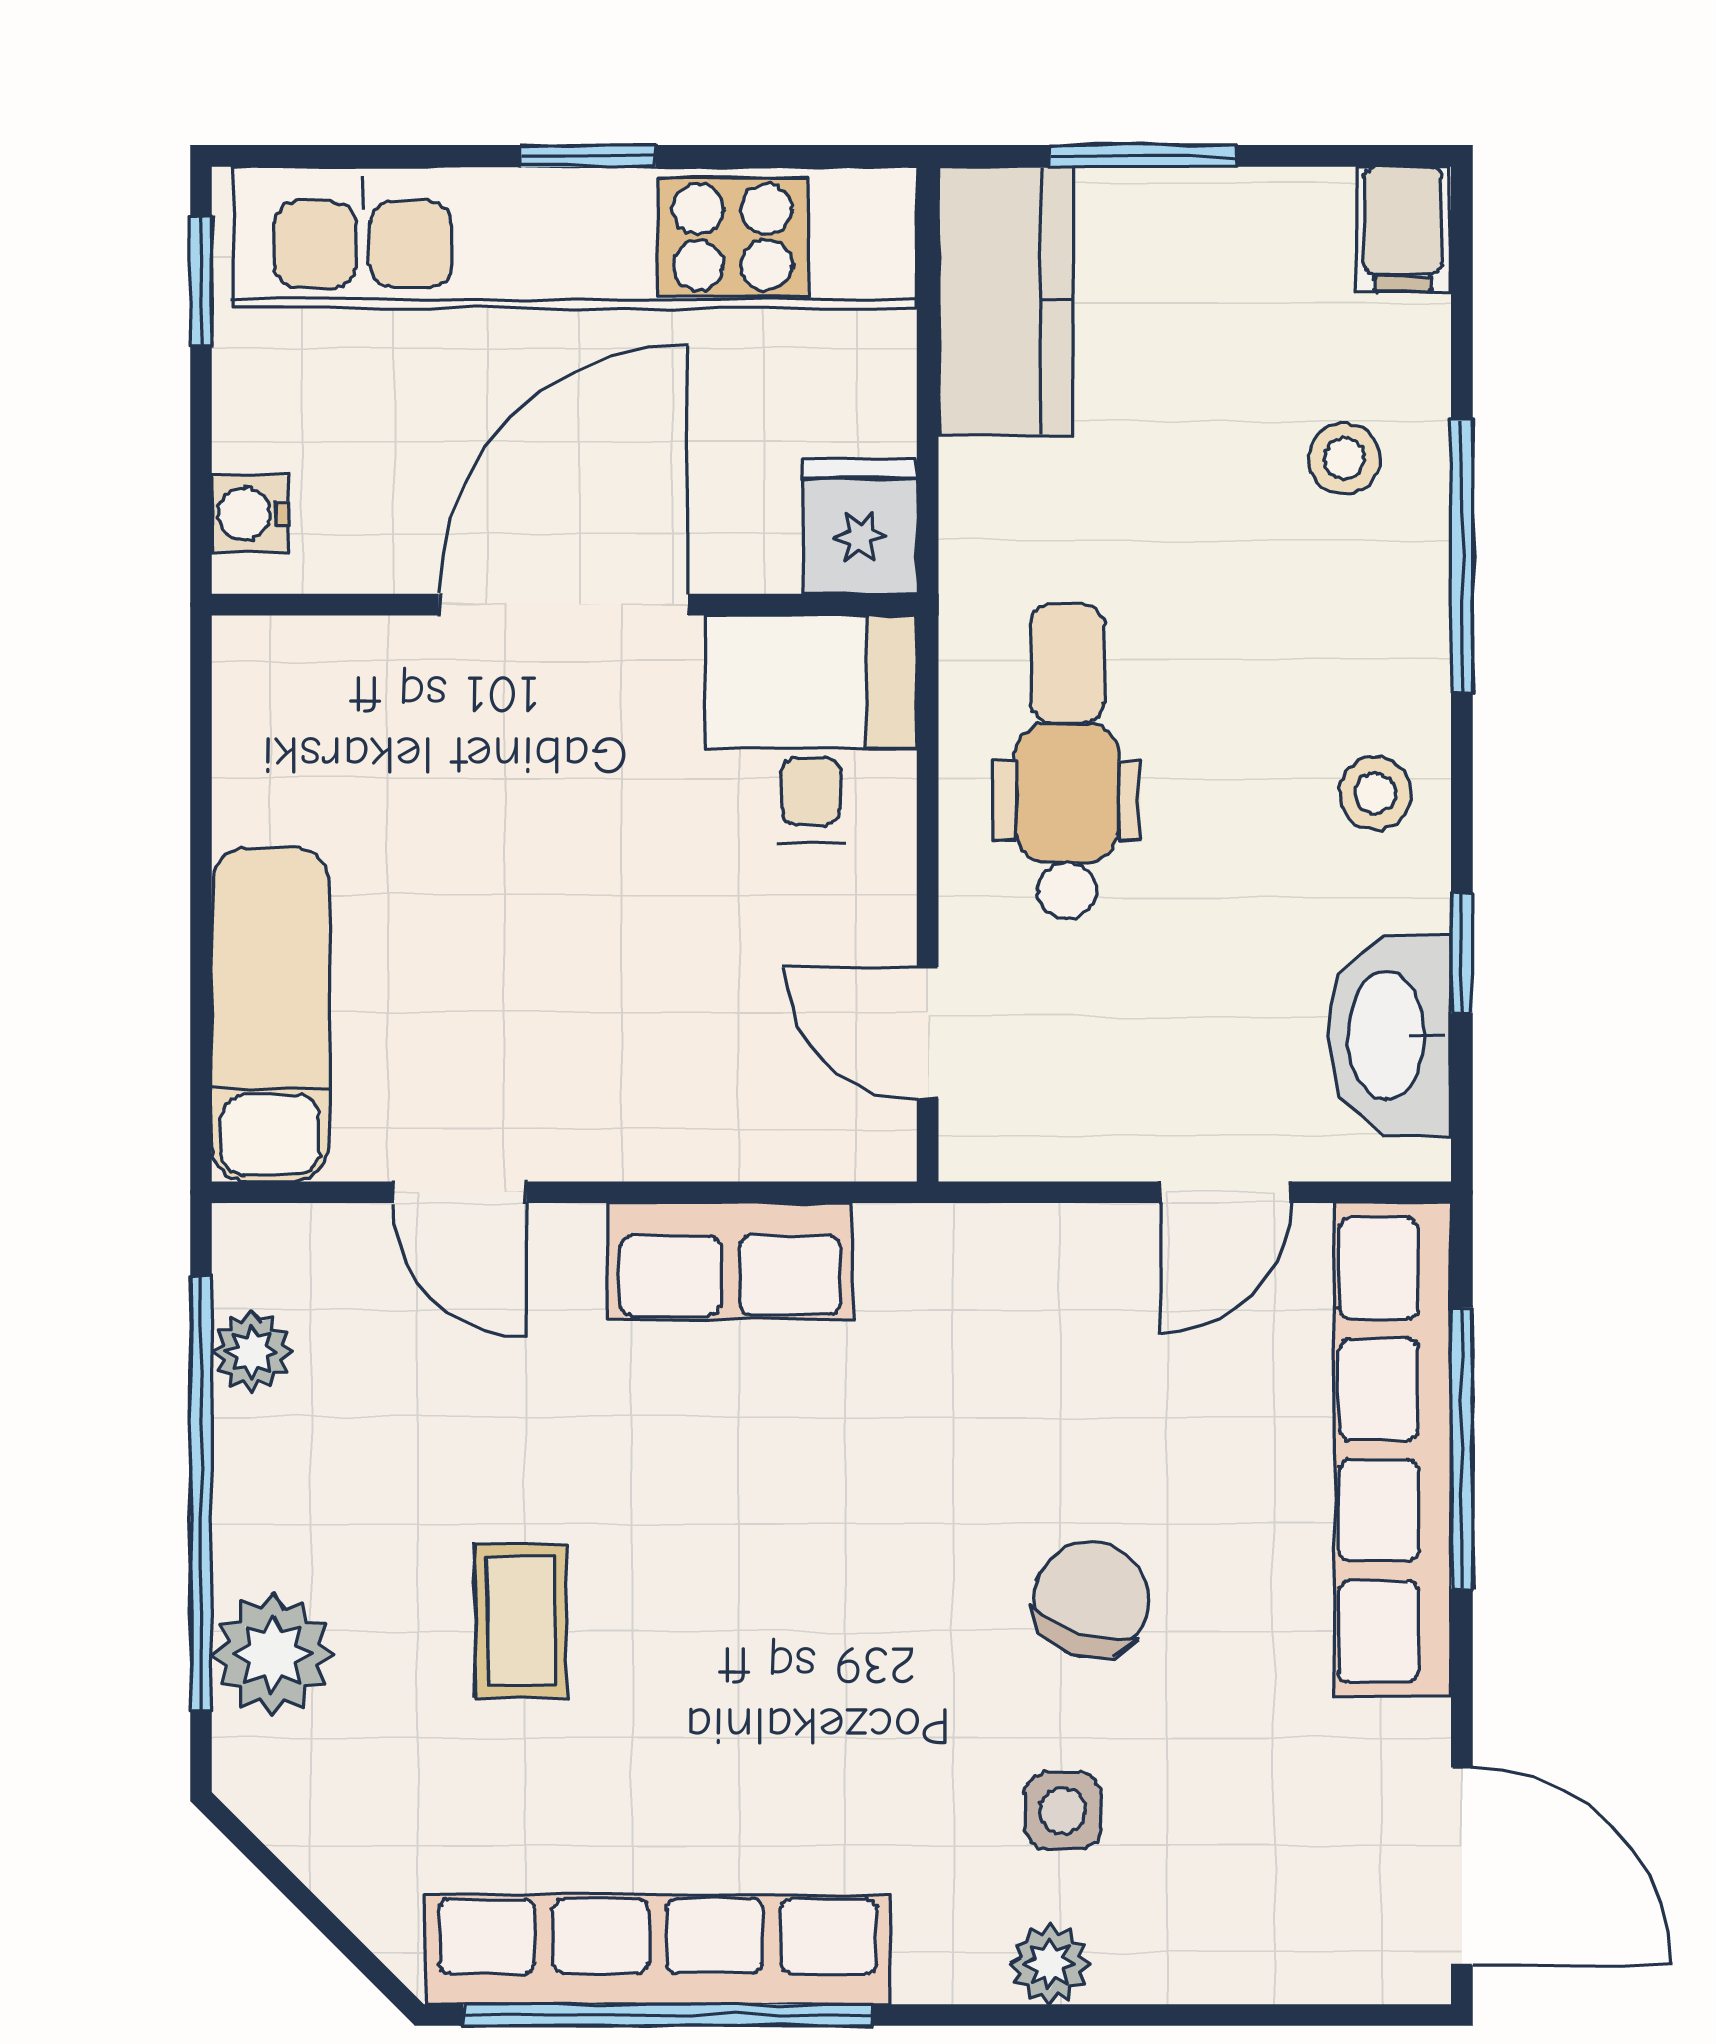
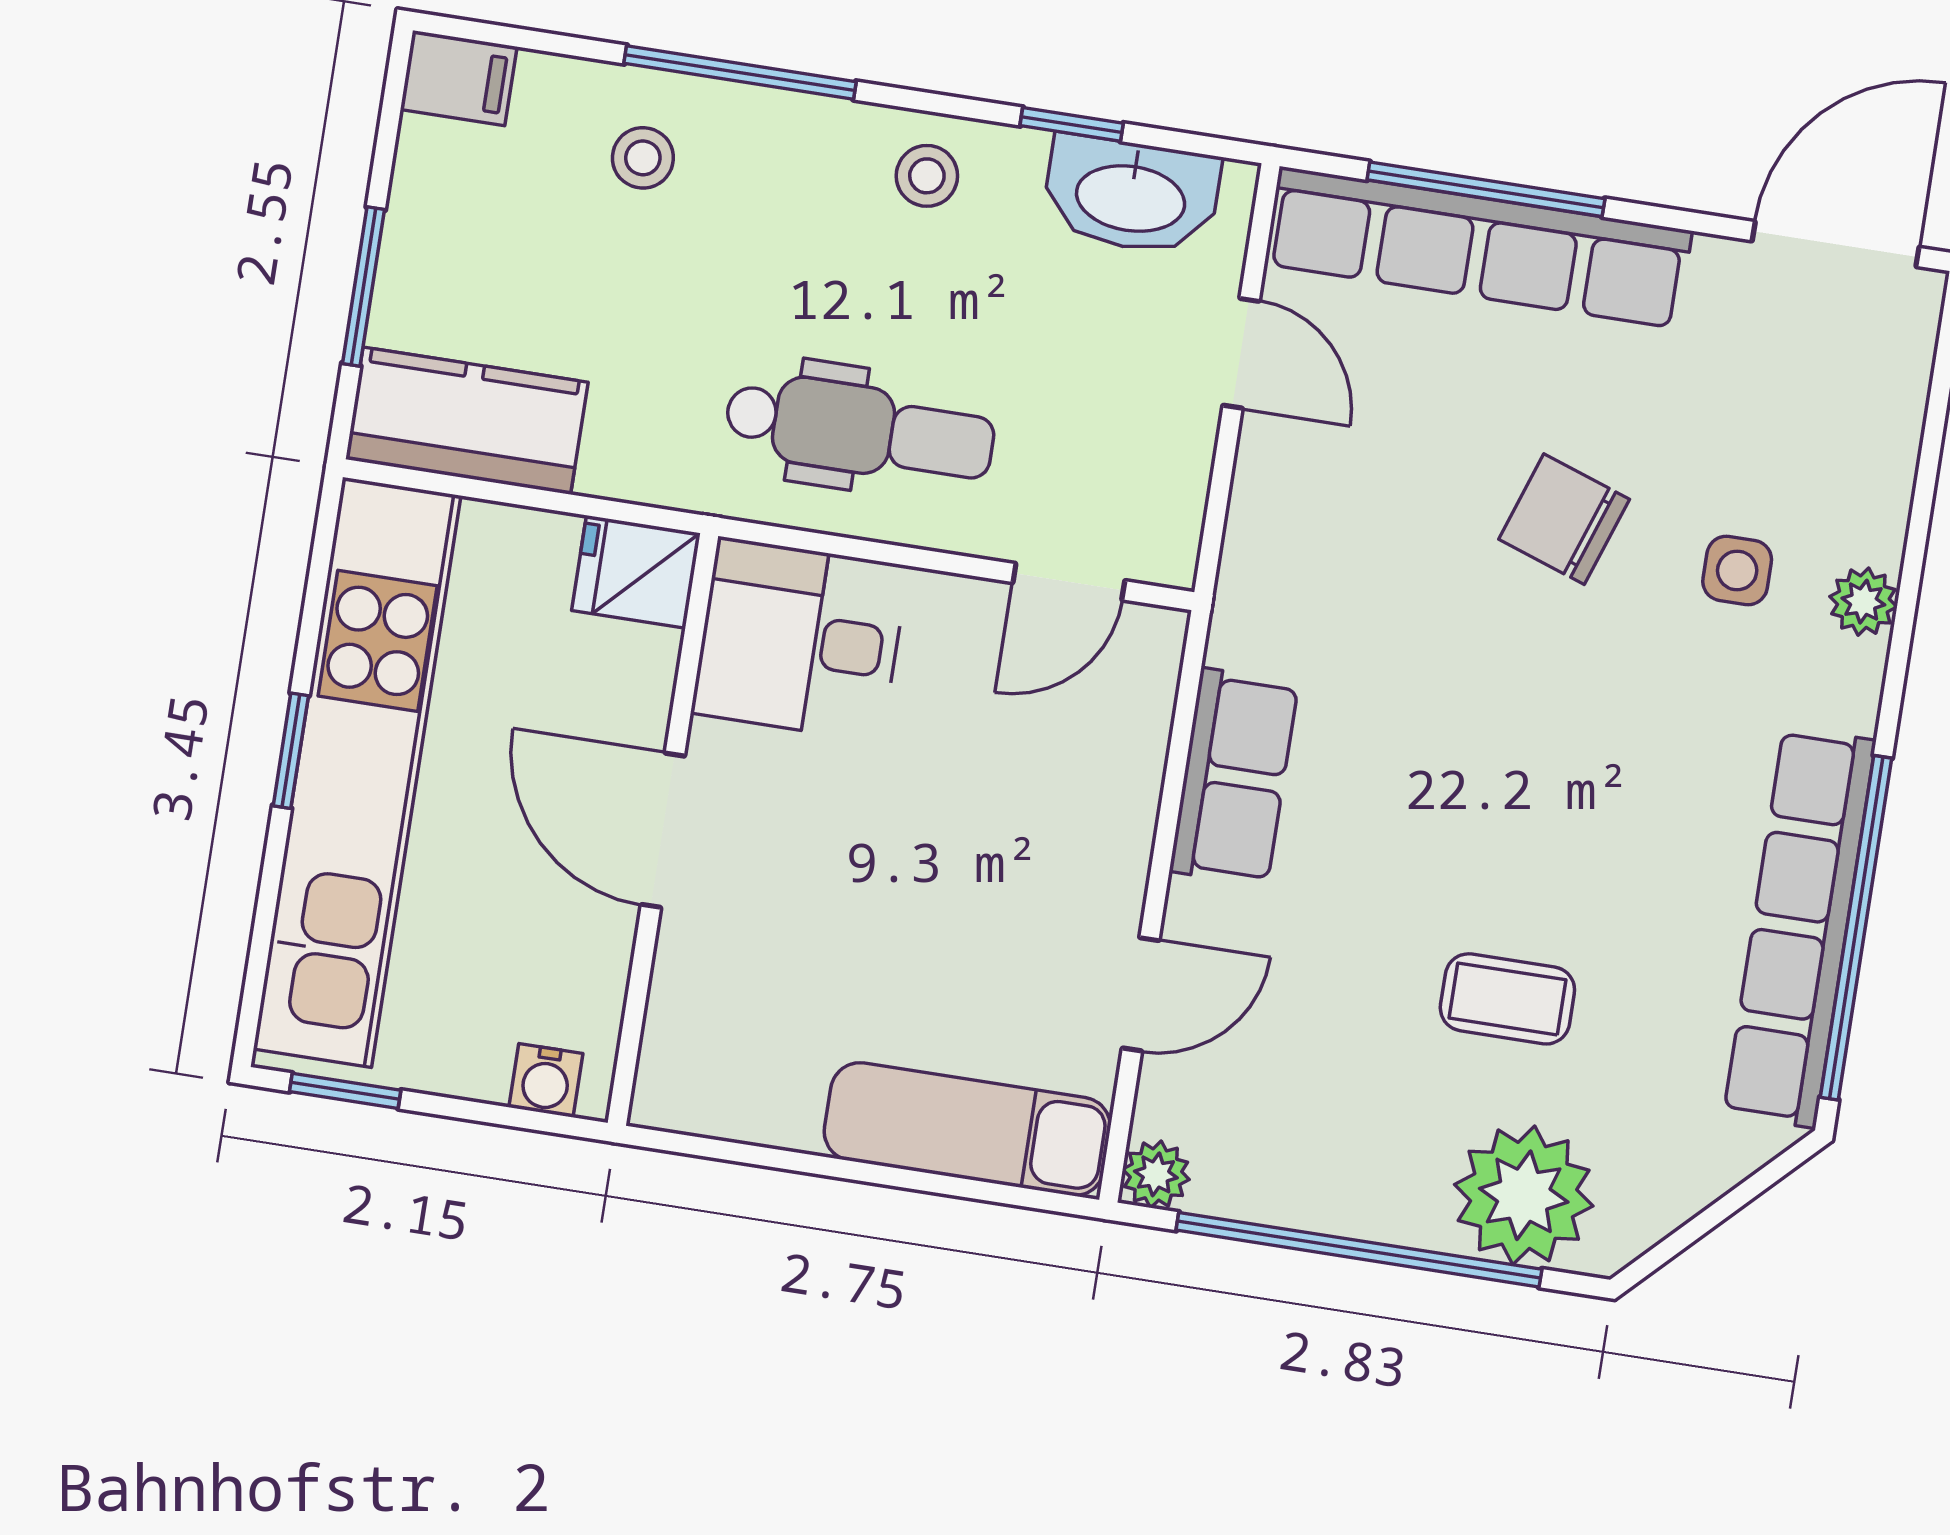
door: (563, 605) -> (663, 830), width x0.73
dental chair: (1067, 761) -> (860, 429), turned 180
plant: (252, 1352) -> (1156, 1174), moved
plant: (273, 1654) -> (1524, 1195), width x1.36, depth x1.36

